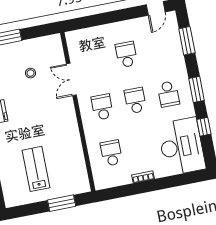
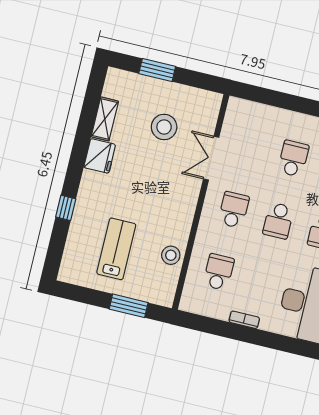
stool: (30, 73) -> (164, 127), width x1.89, depth x1.89
school desk: (135, 100) -> (278, 221), turned 180
stool: (74, 156) -> (171, 255), added

